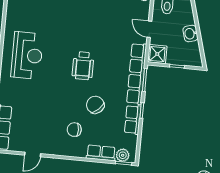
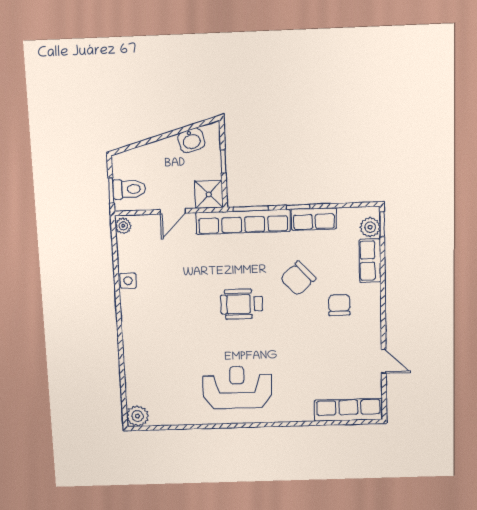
washbasin: (190, 34) -> (191, 140), moved
wheelchair: (83, 66) -> (242, 304), turned 180
chair: (74, 130) -> (339, 305), turned 180

